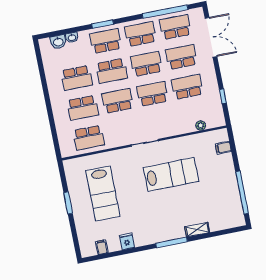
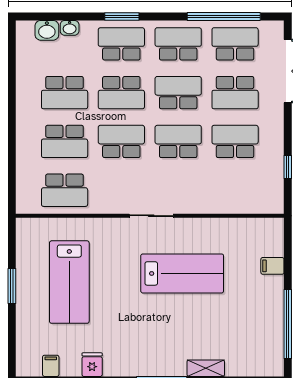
school desk: (181, 57) -> (235, 93), turned 180
plant: (201, 126) -> (244, 206), removed
filing cabinet: (223, 148) -> (272, 266), moved

